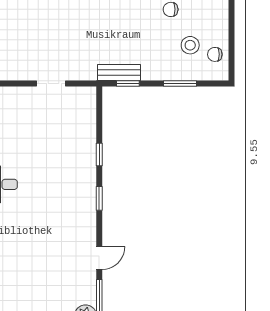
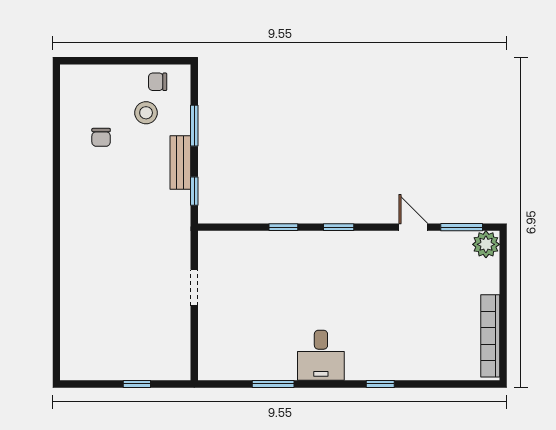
chair: (215, 54) -> (158, 82), turned 90
bench: (119, 73) -> (180, 163), moved

